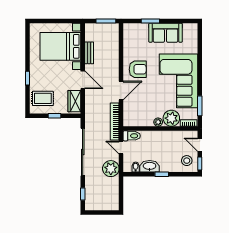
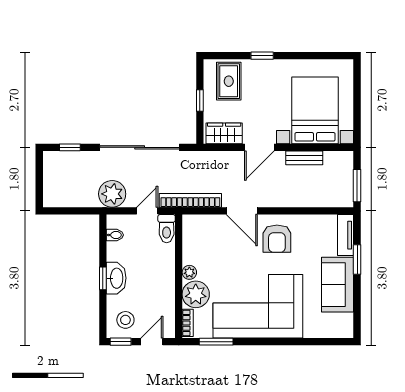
tv unit: (136, 28) -> (346, 235), added
washbasin: (150, 166) -> (116, 278), moved

